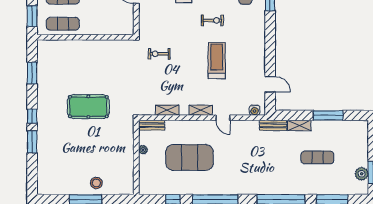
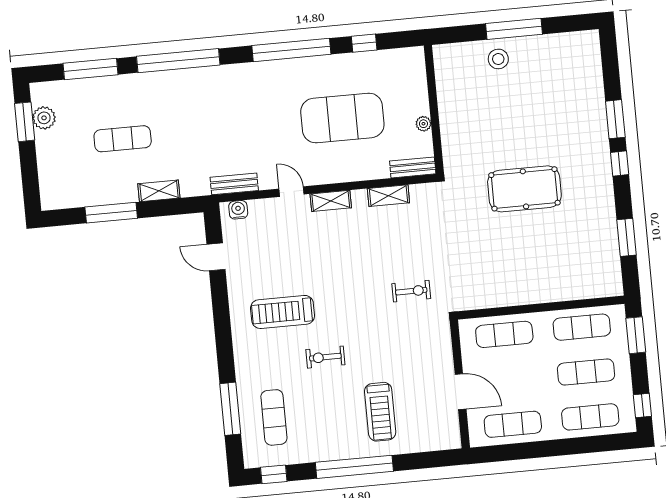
exercise mat: (108, 24) -> (504, 334), added
treadmill: (217, 61) -> (283, 312), moved, turned 90
bench: (273, 125) -> (234, 184), moved

